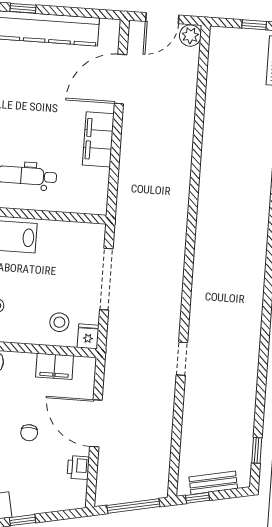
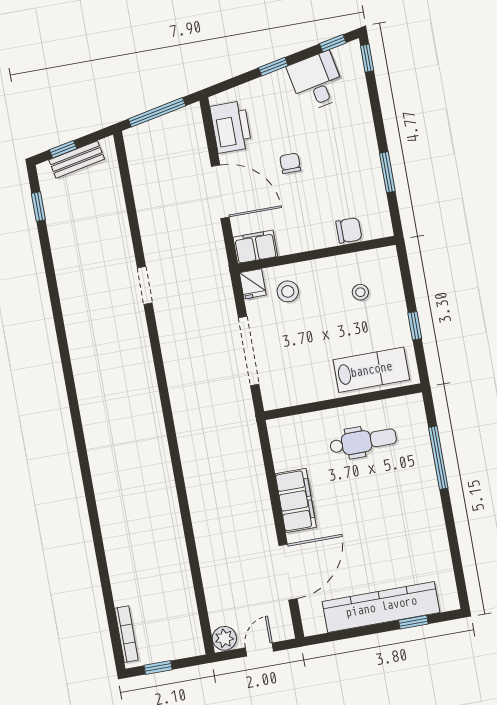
door: (162, 18) -> (259, 649), width x0.73
filing cabinet: (55, 366) -> (255, 247), moved
printer: (78, 468) -> (231, 127), width x1.87, depth x1.48
window: (198, 498) -> (63, 149), moved

